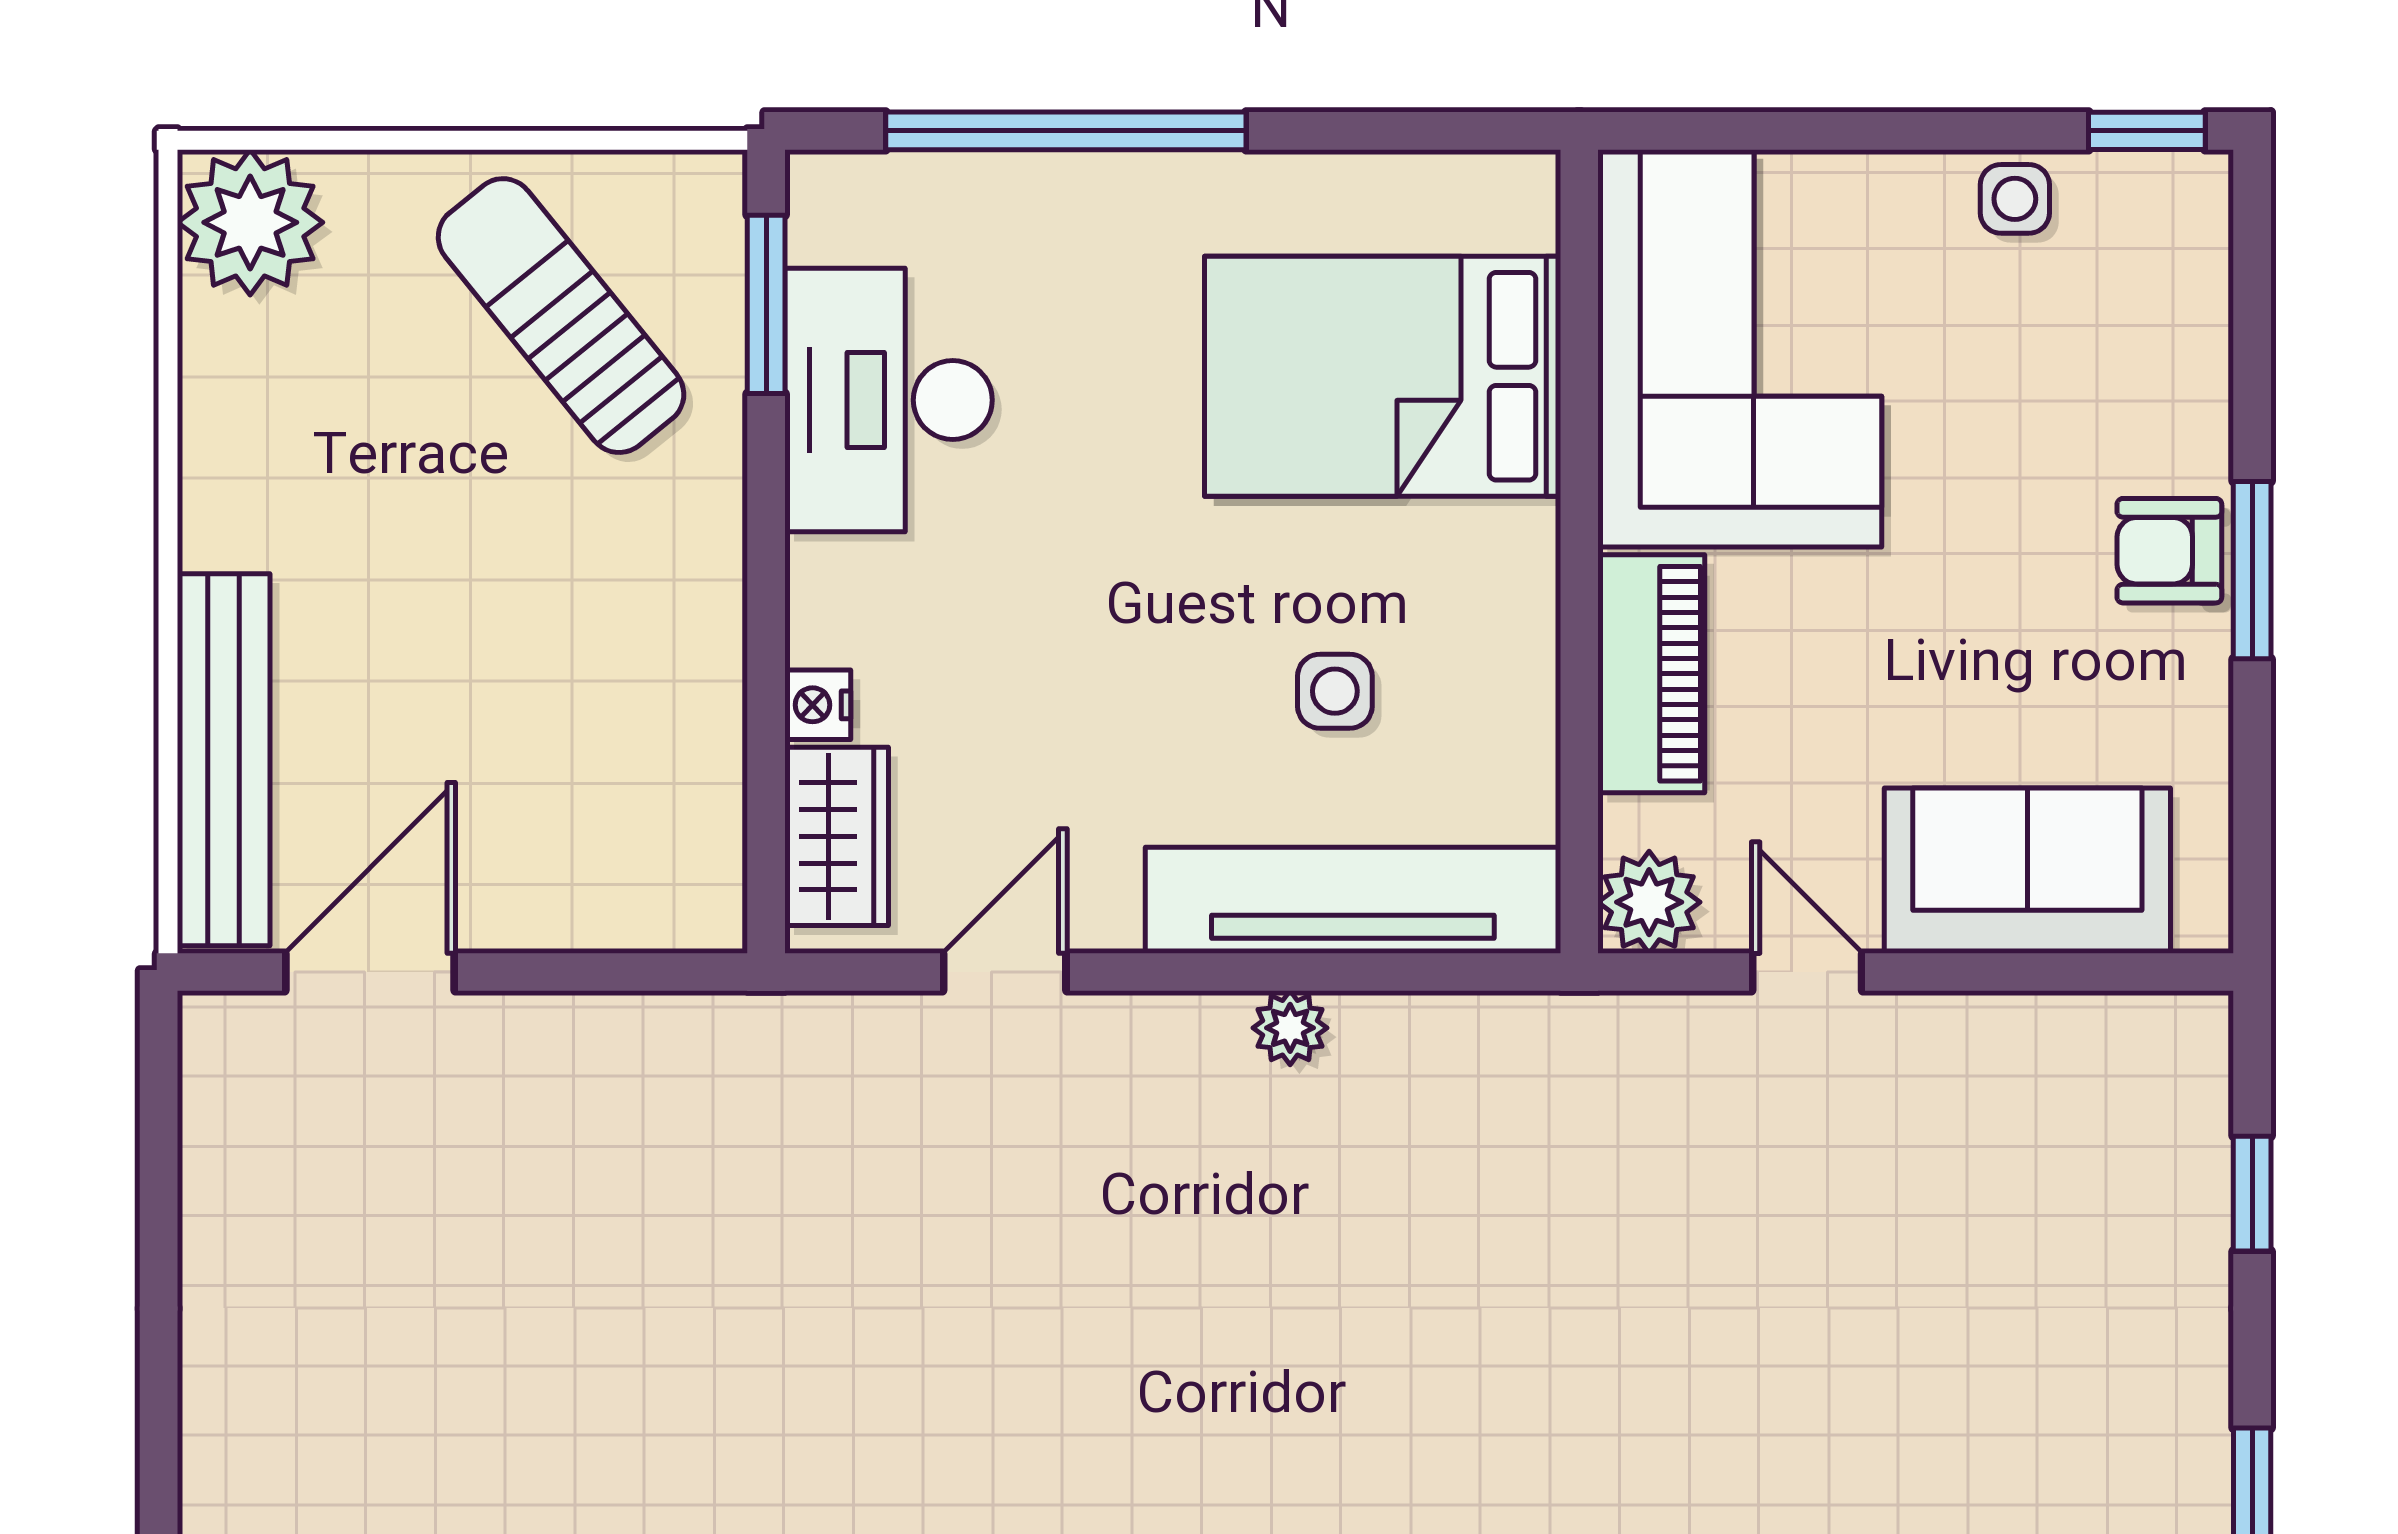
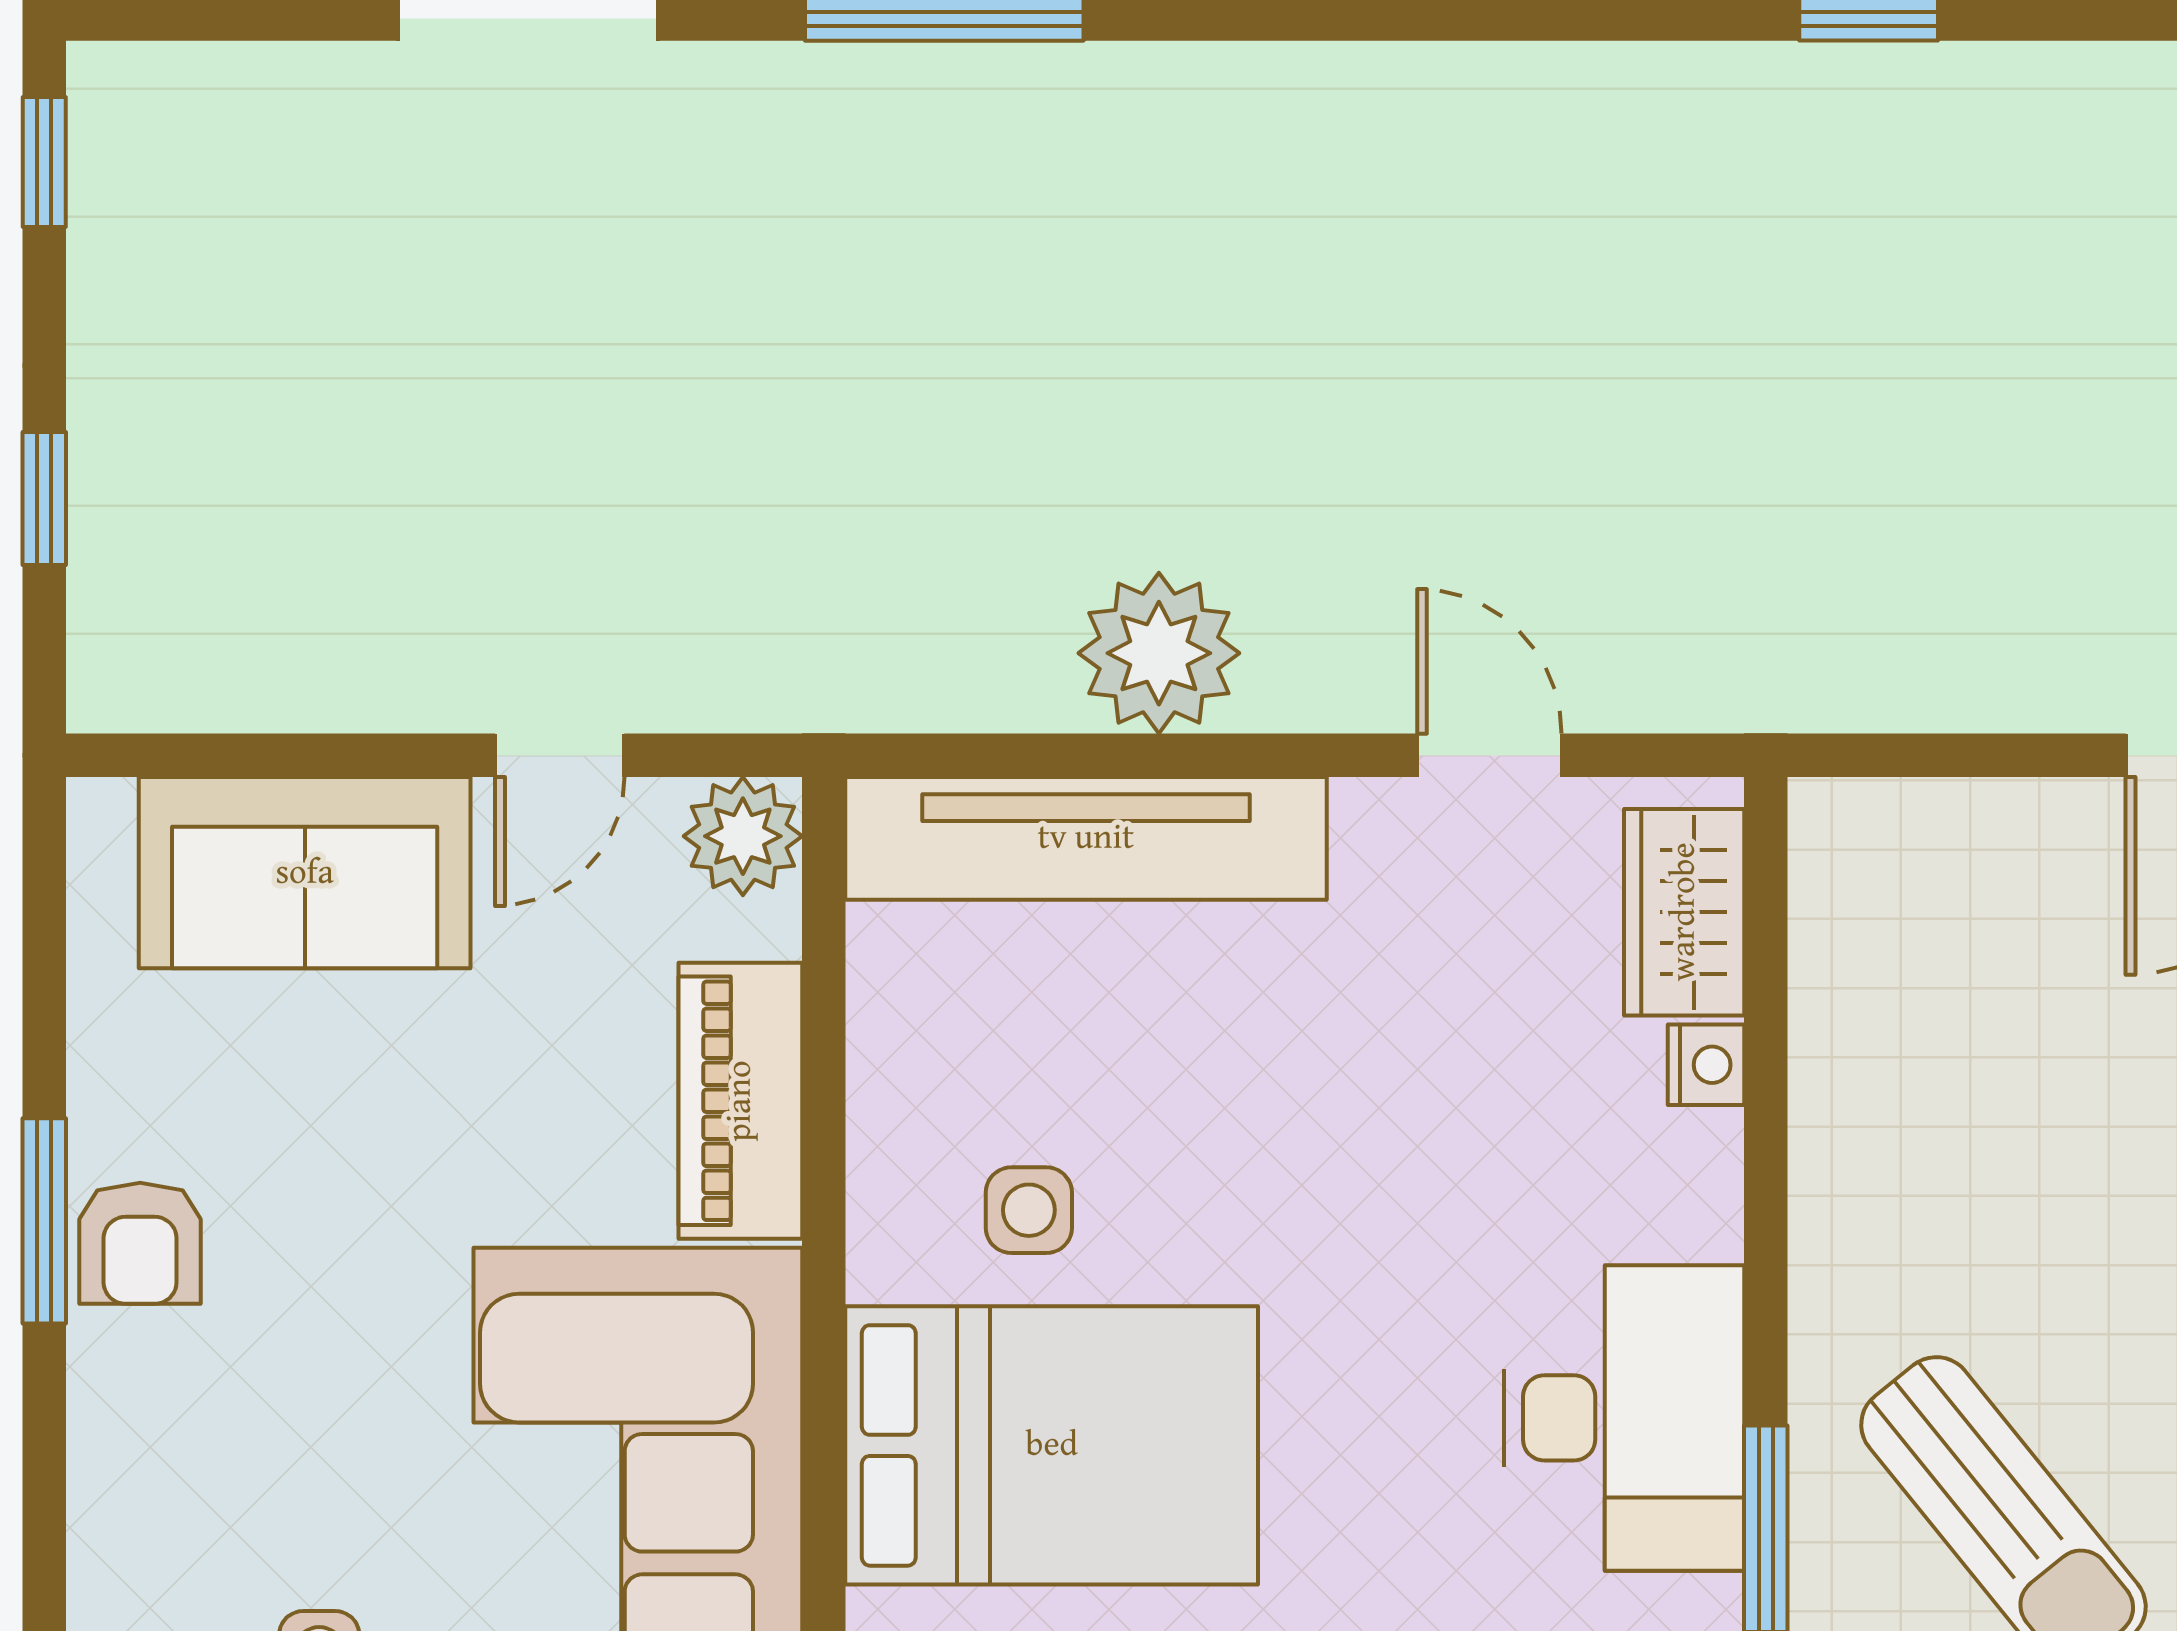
armchair: (2169, 551) -> (140, 1243), turned 90
side table: (1335, 691) -> (1029, 1210), moved
door: (1005, 972) -> (1489, 755), swing flipped
door: (1807, 972) -> (560, 755), hinge flipped
plant: (1290, 1028) -> (1159, 653), width x1.88, depth x1.88

